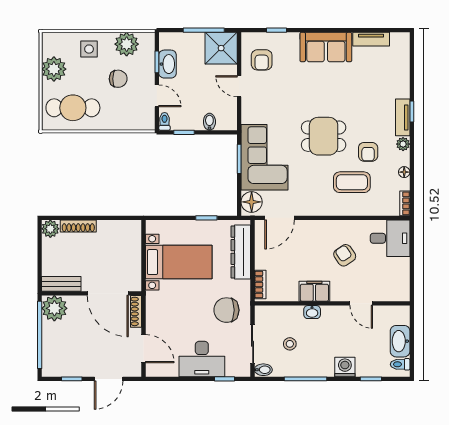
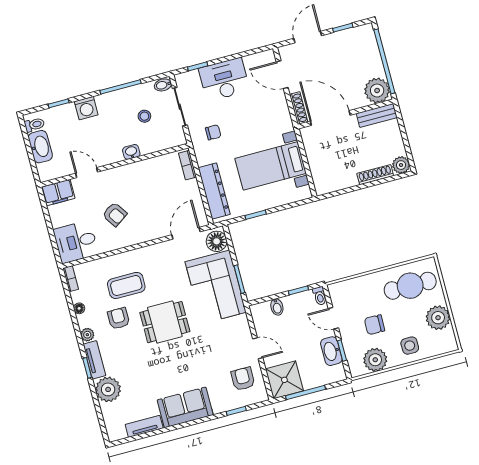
plant: (397, 85) -> (108, 389), added
filing cabinet: (314, 291) -> (58, 193), moved
chair: (226, 310) -> (213, 132), width x0.54, depth x0.54

